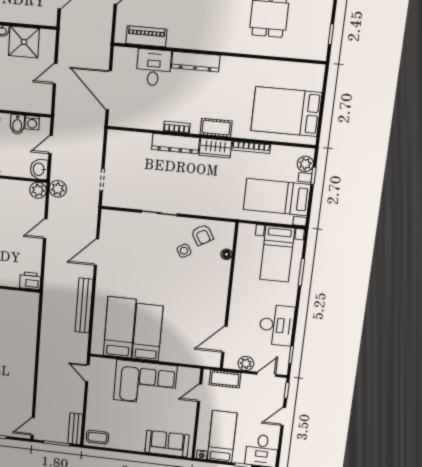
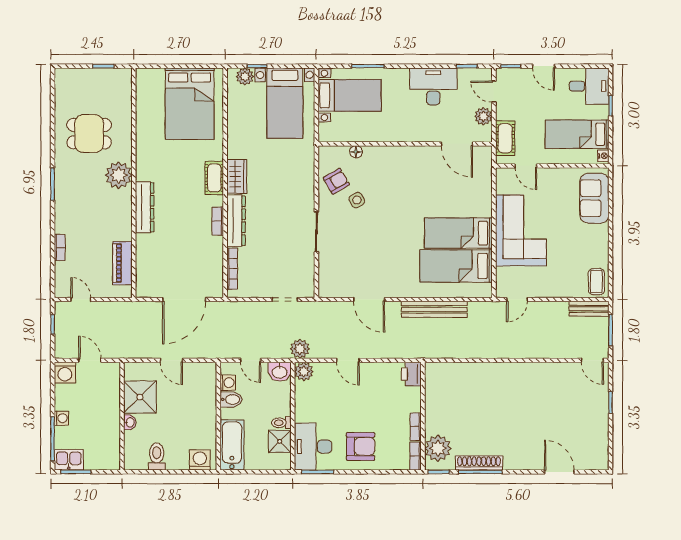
plant: (228, 40) -> (119, 175), added
desk: (154, 68) -> (155, 252), removed
bookcase: (251, 147) -> (232, 269), moved

